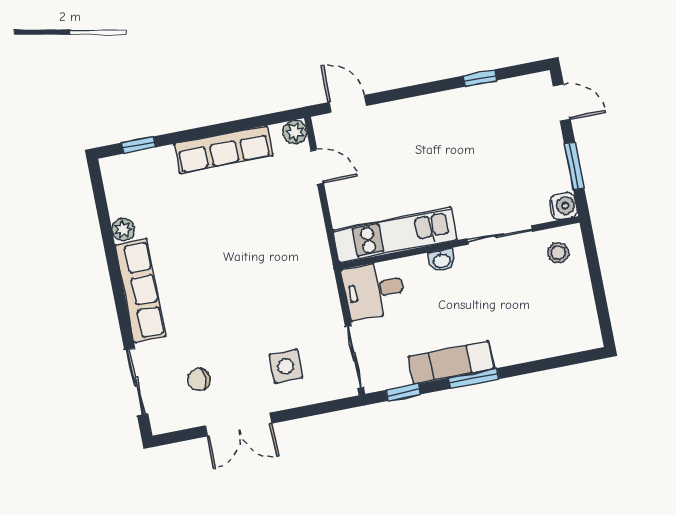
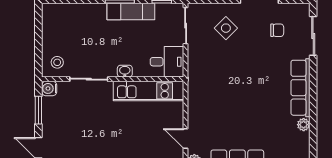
side table: (286, 366) -> (226, 28), turned 45

